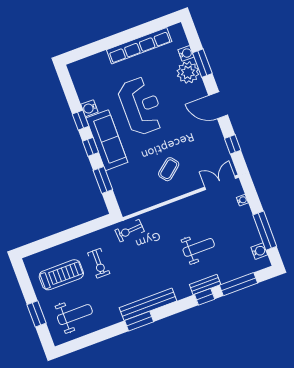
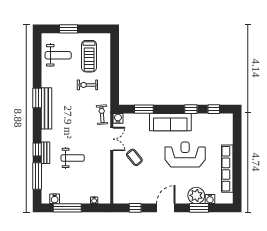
reception desk: (141, 106) -> (185, 155), turned 180
water cooler: (89, 108) -> (118, 118), moved
window: (91, 147) -> (214, 109), moved
double door: (220, 183) -> (112, 139), moved
weight bench: (199, 247) -> (73, 158), turned -90
weight bench: (75, 315) -> (58, 55), turned -90

